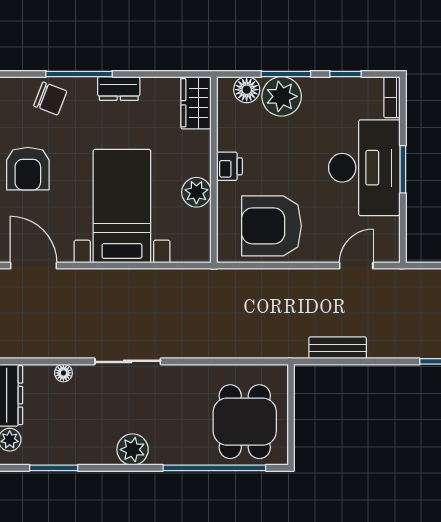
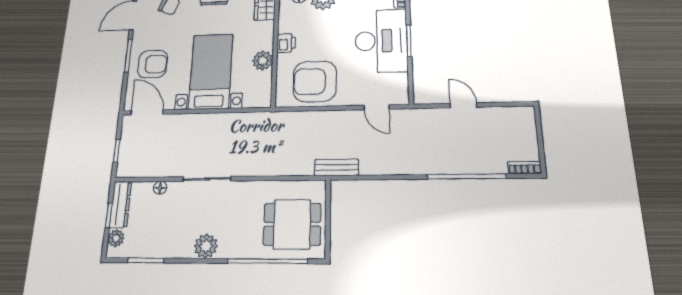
armchair: (28, 169) -> (153, 64), moved, turned -90
door: (356, 266) -> (377, 107), swing flipped
bench: (338, 348) -> (336, 167), moved
dining table: (245, 422) -> (292, 224), turned 90

